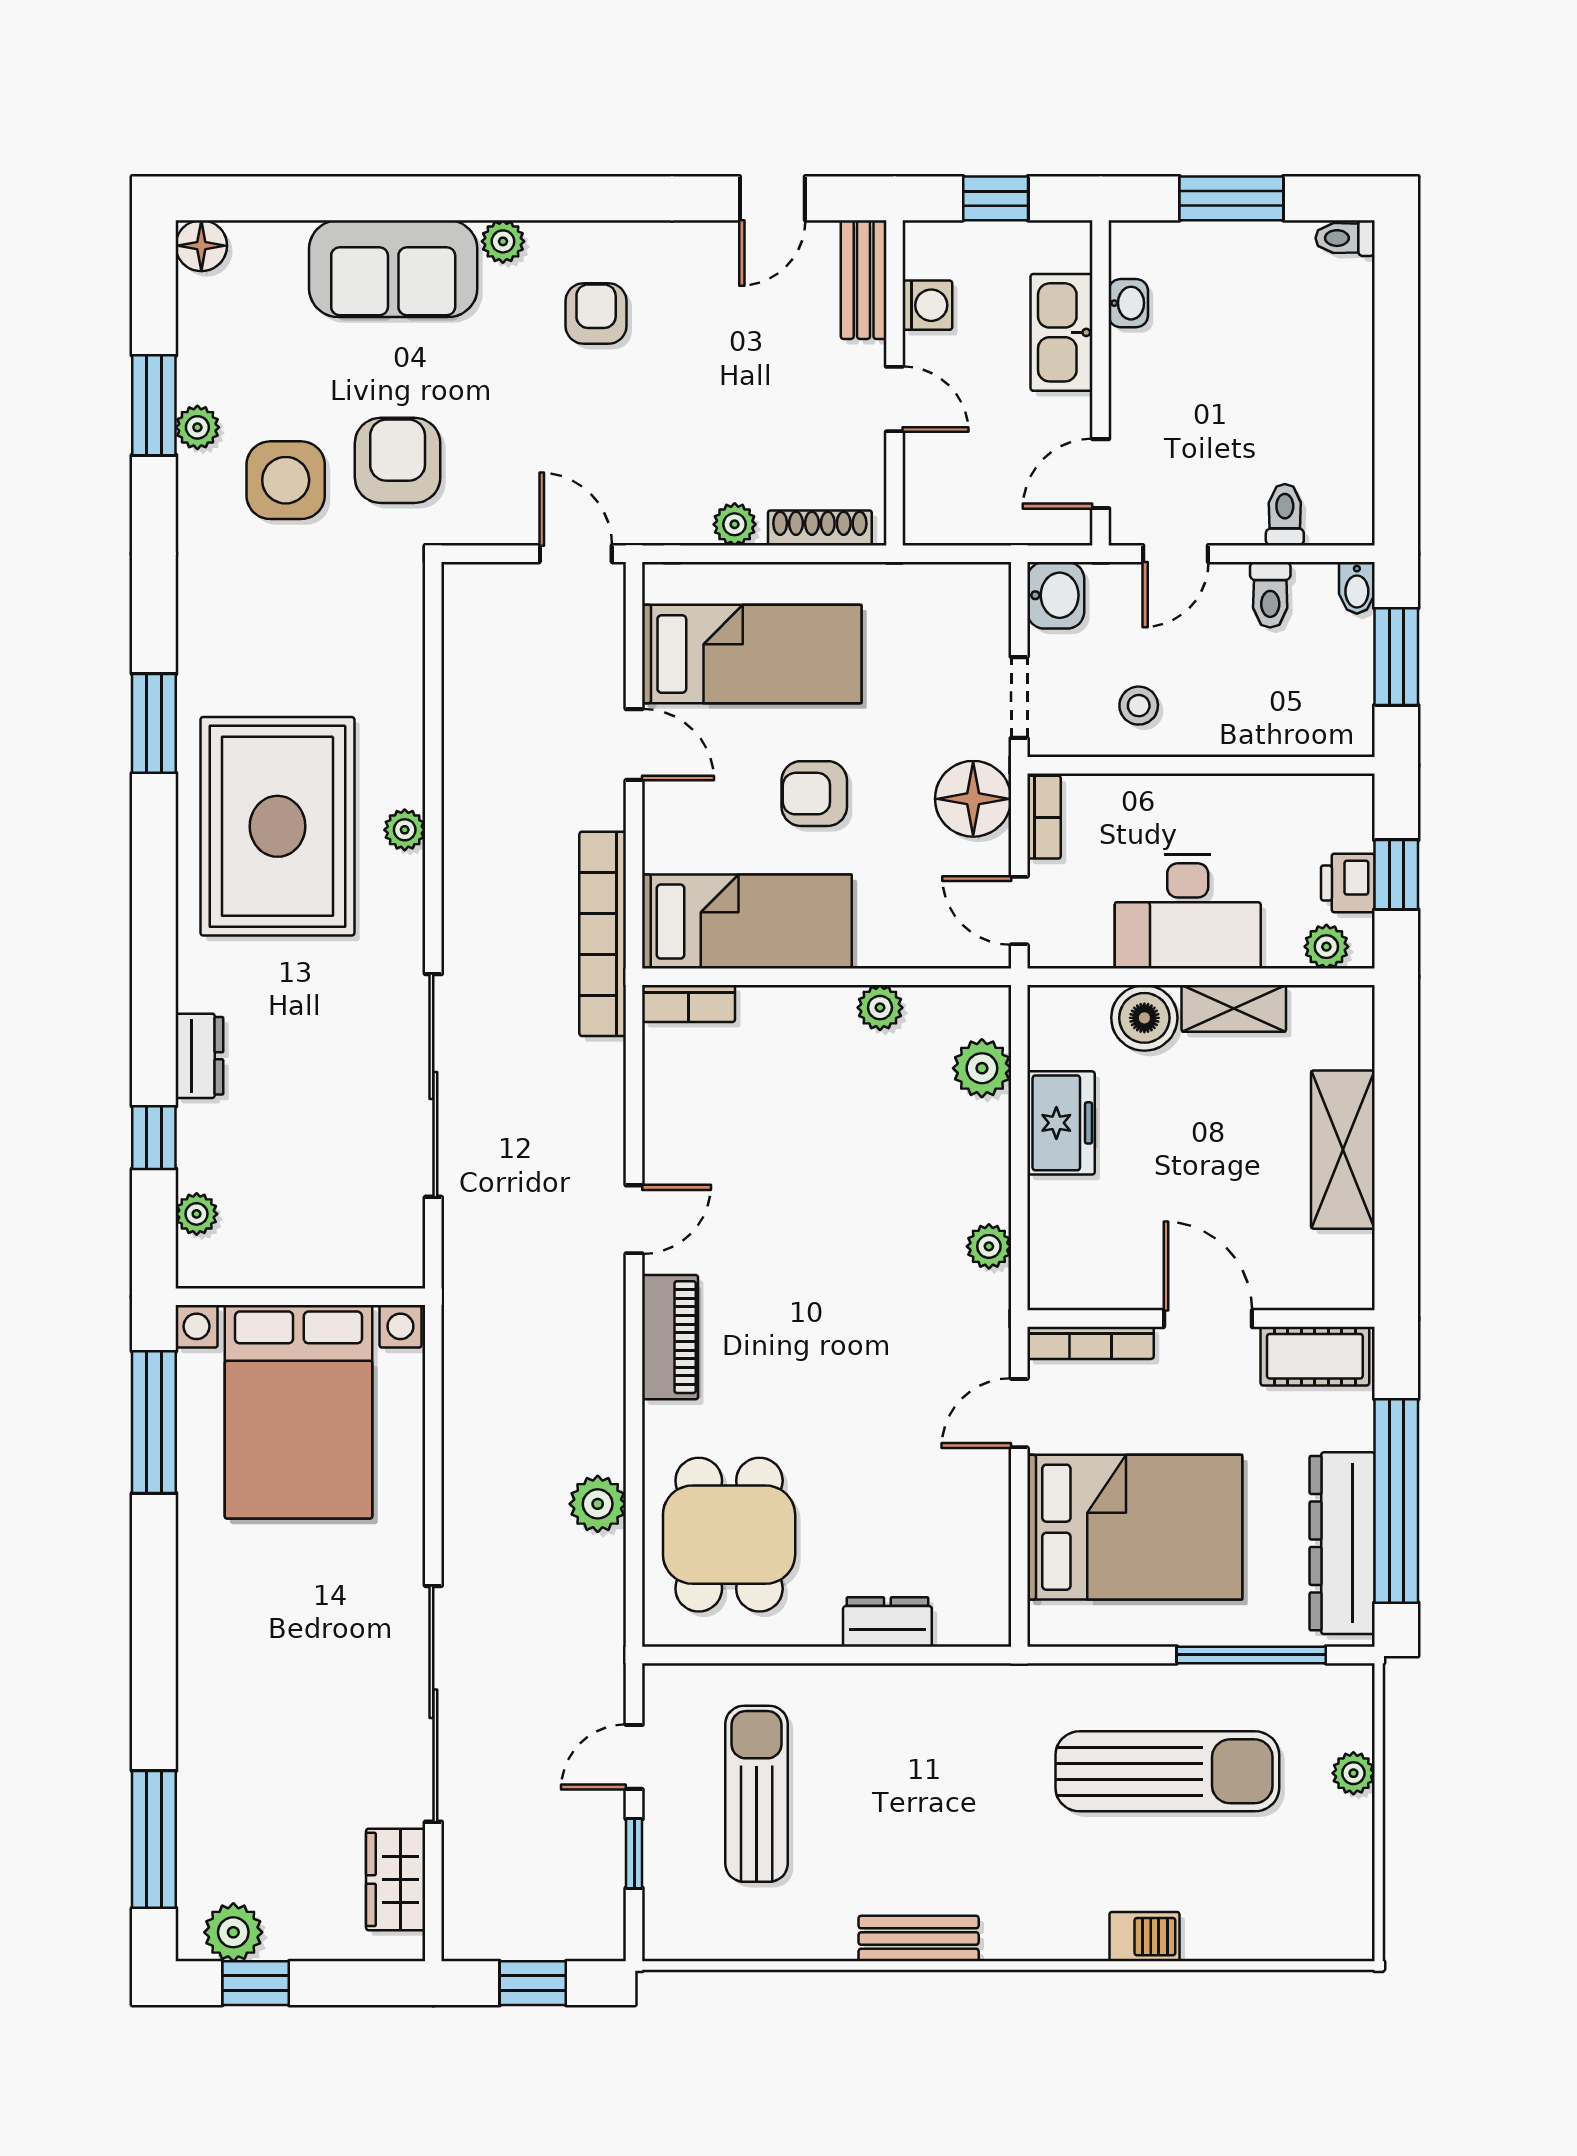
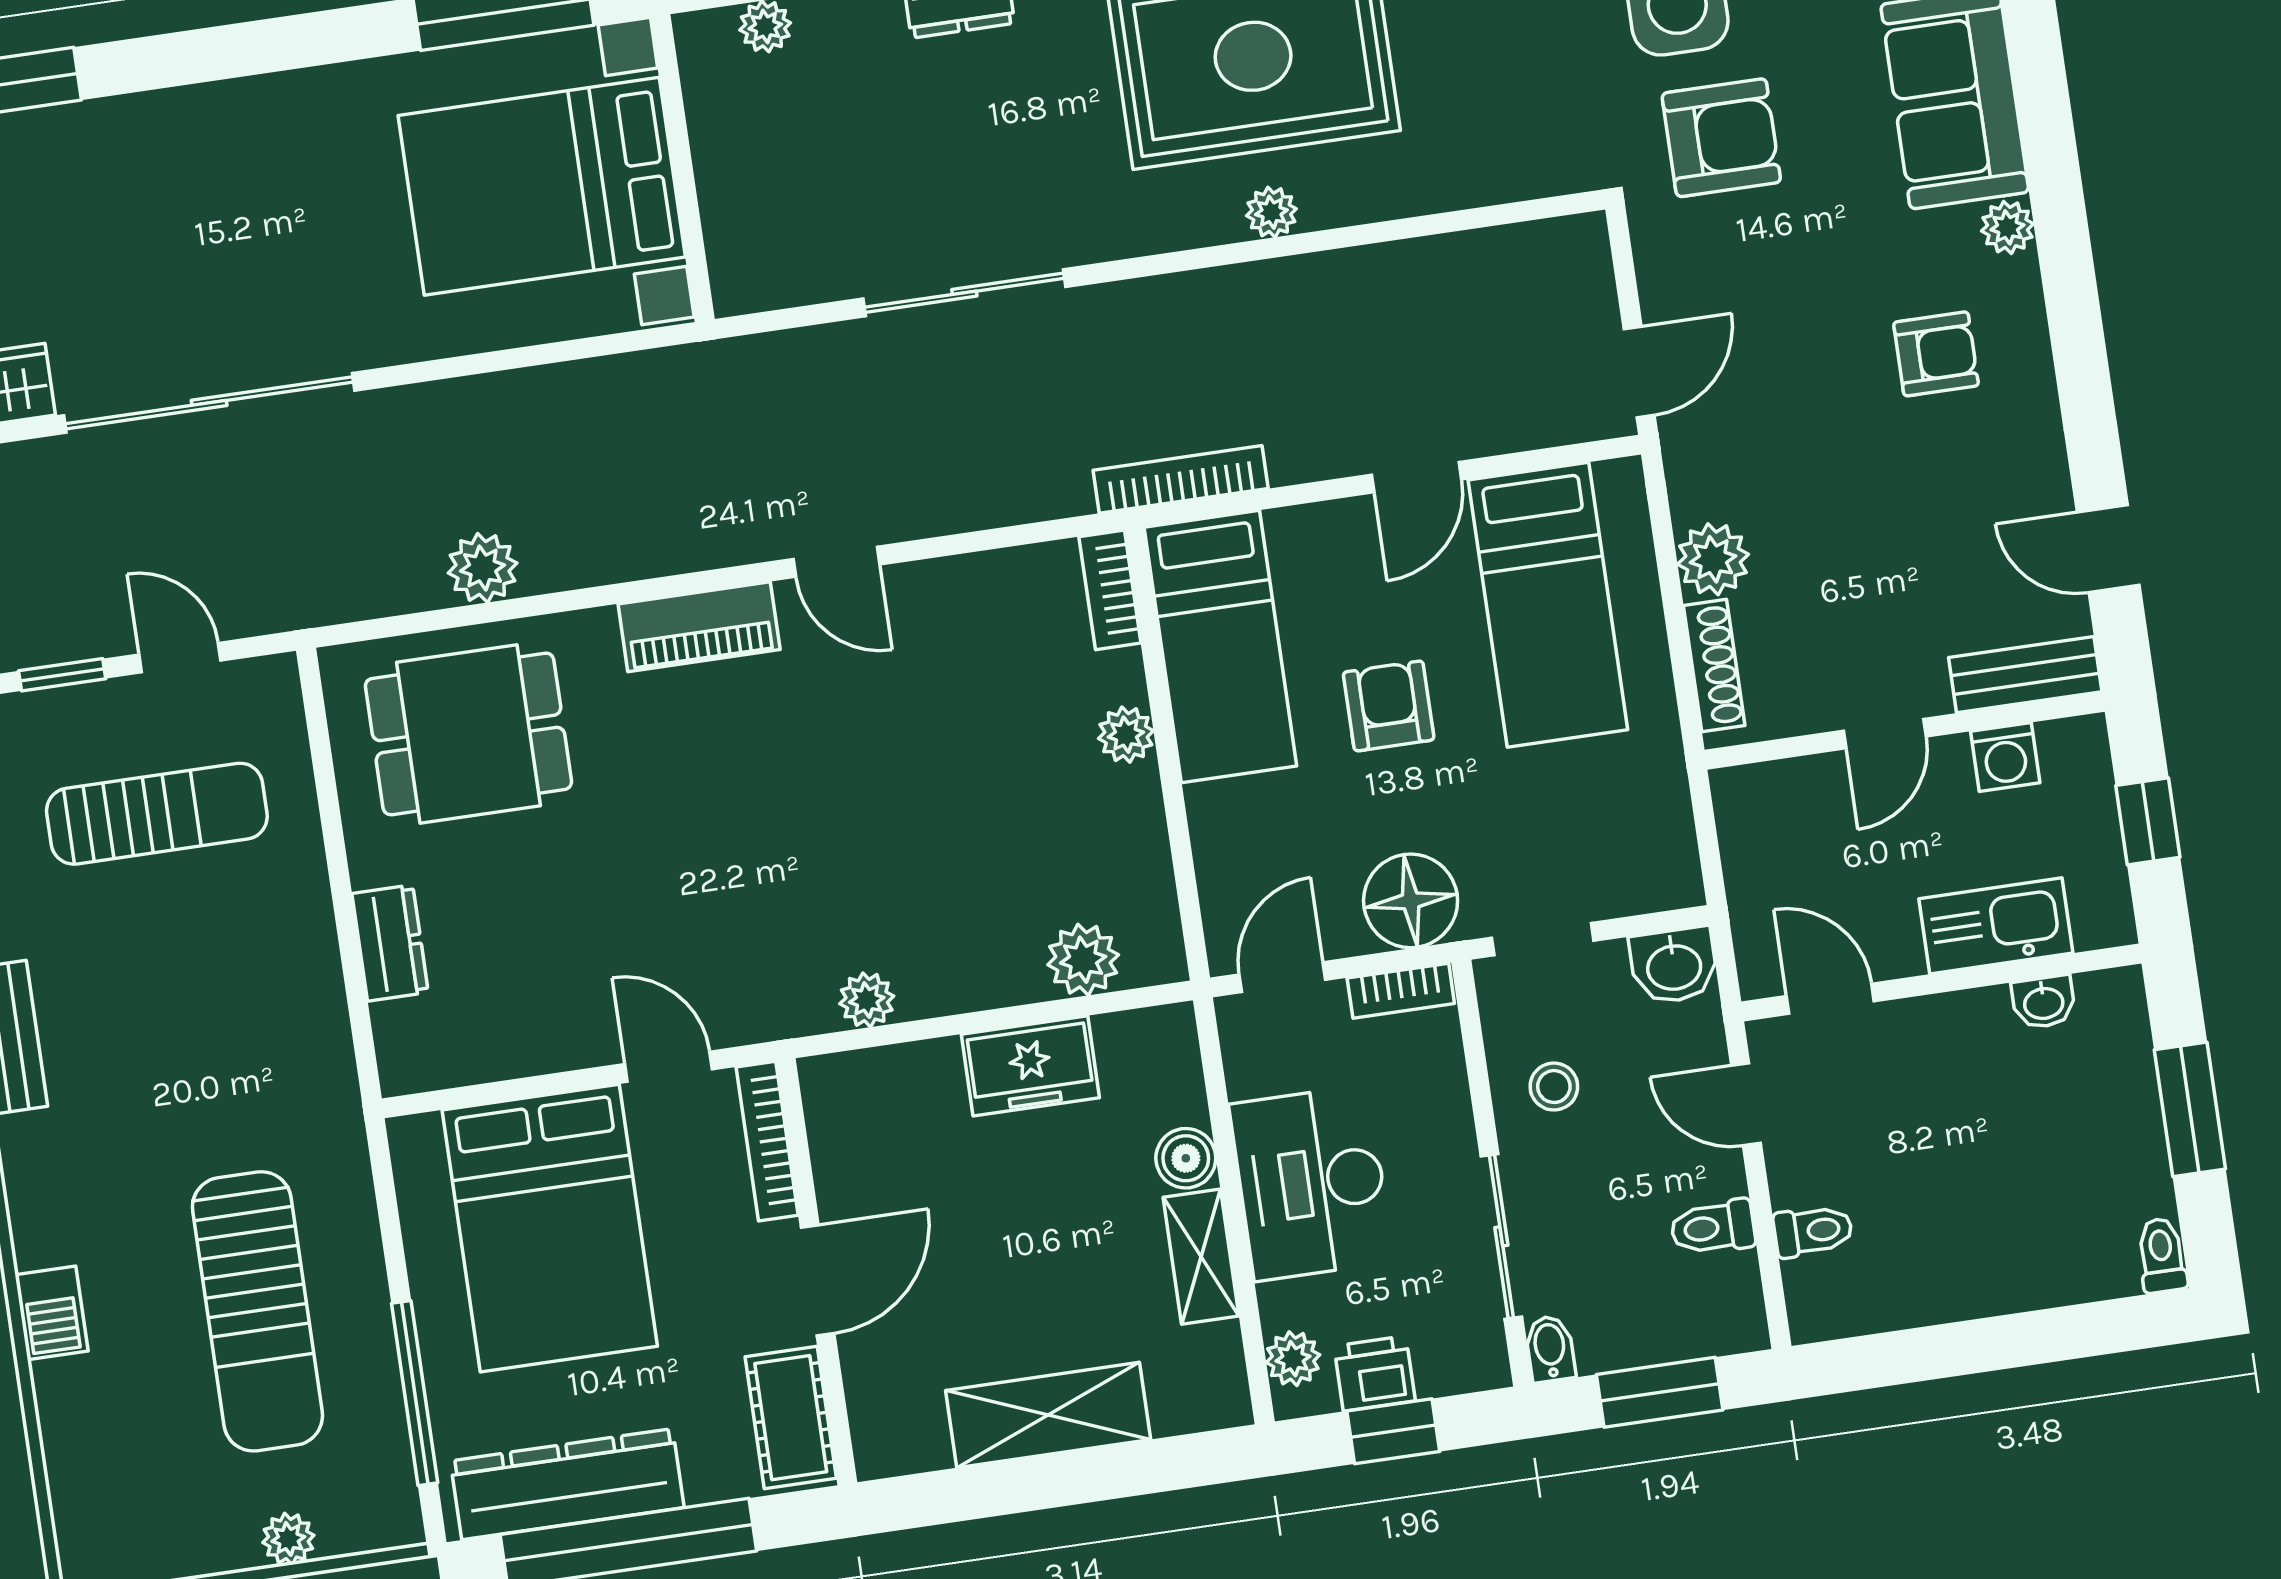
plant: (735, 524) -> (1713, 559), width x1.38, depth x1.38
bidet: (1357, 588) -> (1550, 1349), moved, turned 90
sliding door: (1253, 765) -> (1501, 1236), added
bookcase: (603, 934) -> (1181, 479), width x0.68, depth x0.76
plant: (880, 1008) -> (1126, 735), moved
boiler: (1144, 1018) -> (1186, 1158), width x0.73, depth x0.73
sliding door: (433, 1085) -> (964, 293), width x0.73

